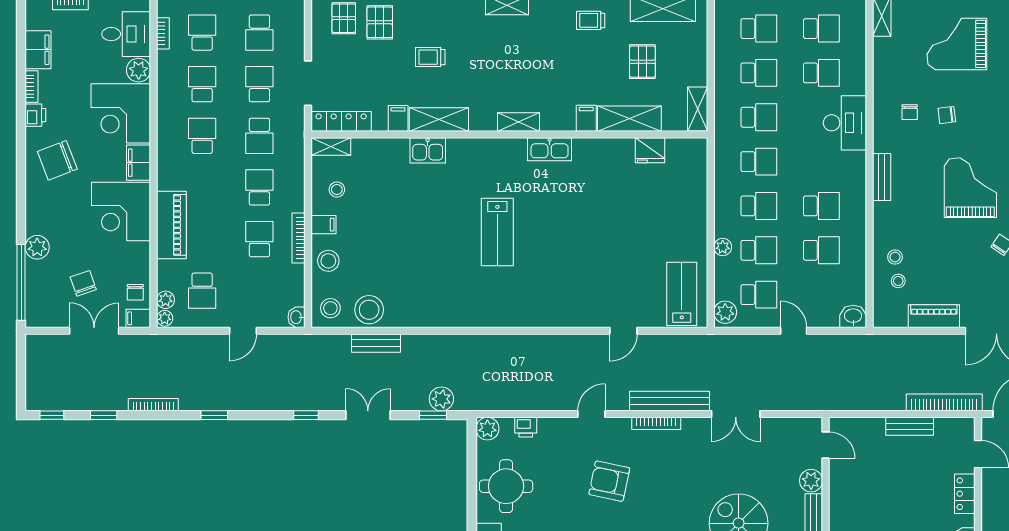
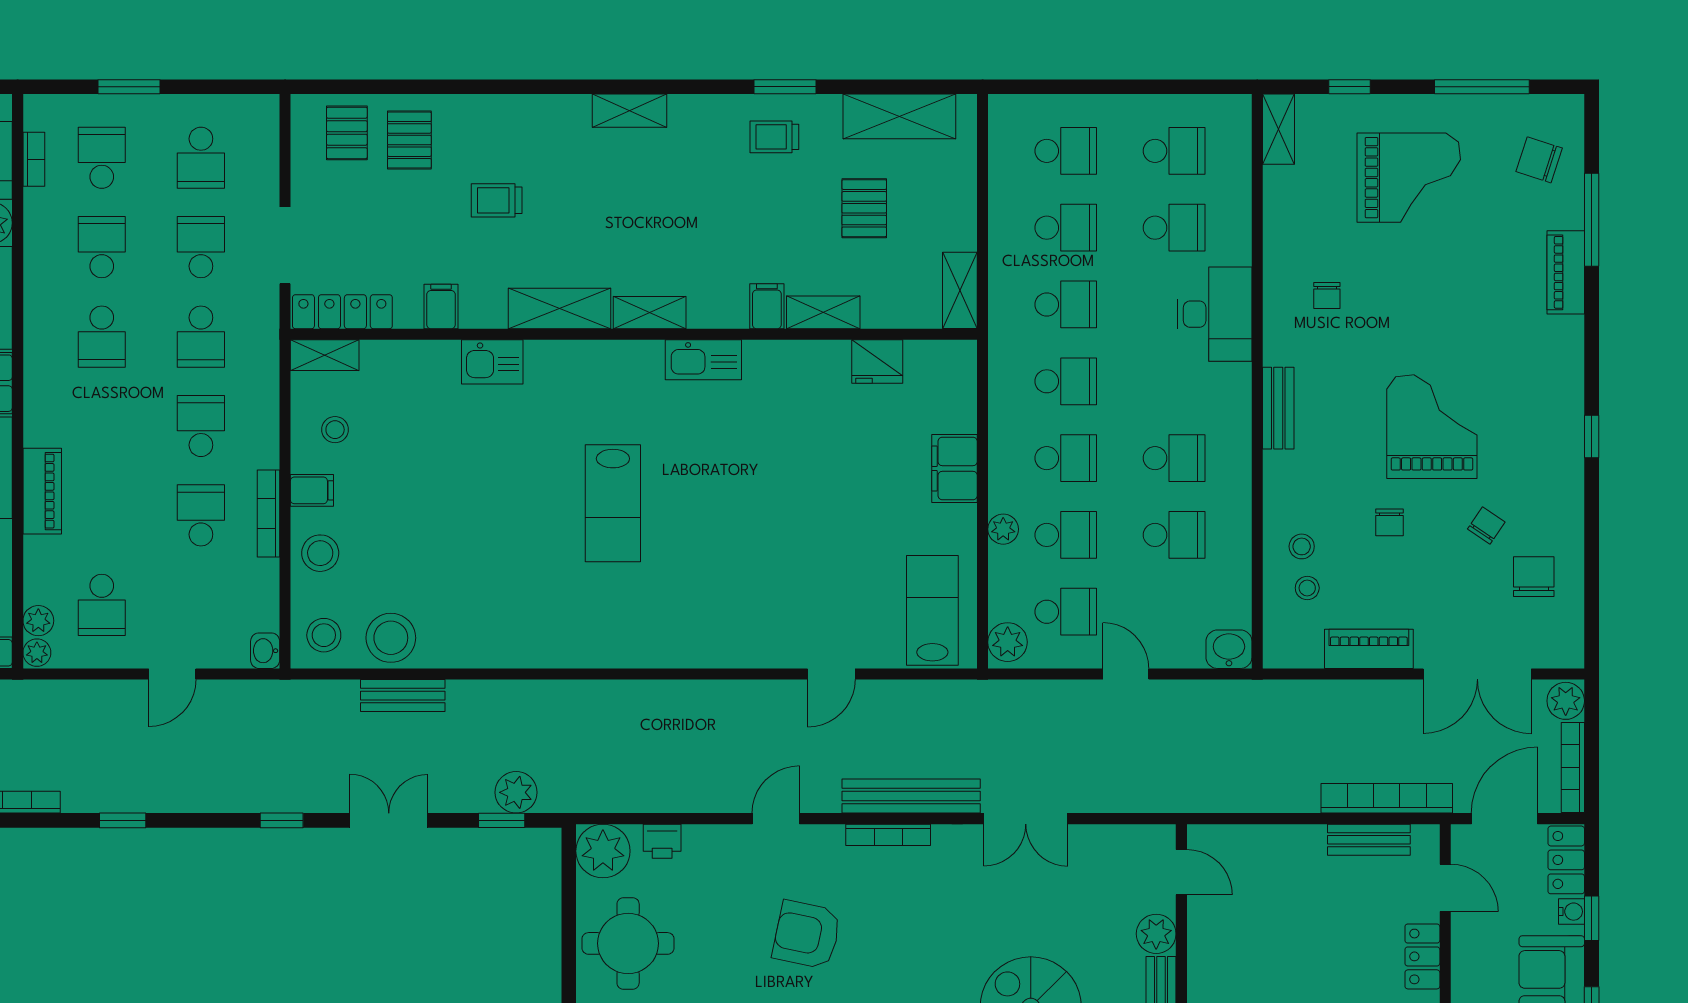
grand piano: (957, 44) -> (1409, 178), turned 180
chair: (947, 115) -> (1390, 522), moved, turned -83
shelving: (629, 119) -> (823, 312), width x0.67, depth x0.75
shelving: (439, 120) -> (560, 308), moved
school desk: (202, 136) -> (102, 337), turned 180
filing cabinet: (695, 212) -> (954, 468), added
piano: (171, 225) -> (42, 491), width x0.73, depth x0.75
bench: (910, 426) -> (1369, 840), moved
plant: (487, 429) -> (603, 851), width x1.36, depth x1.36

